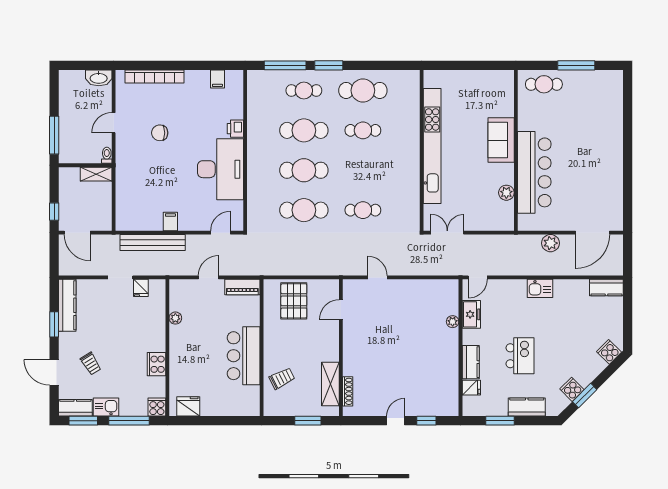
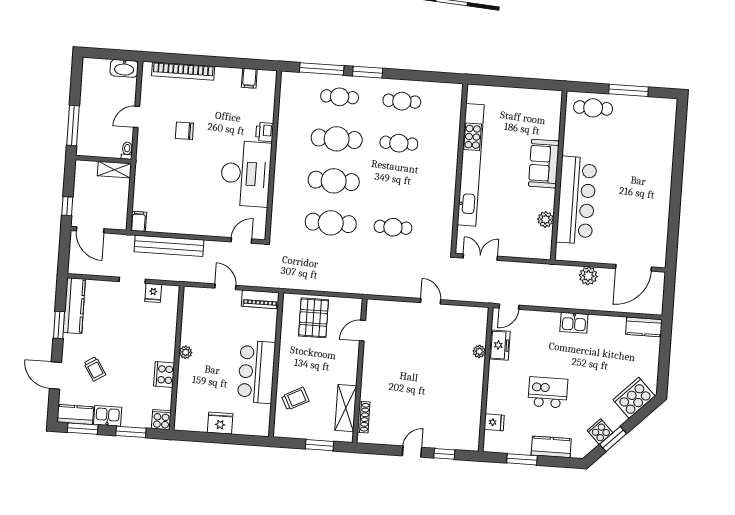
cafe table: (363, 90) -> (402, 101), width x0.73, depth x0.74
filing cabinet: (170, 221) -> (139, 221), moved
door: (209, 277) -> (225, 287), hinge flipped
door: (377, 277) -> (431, 301), moved
plant: (175, 318) -> (186, 352), moved
cooker: (609, 352) -> (634, 398), width x1.87, depth x1.31
kitchen island: (520, 356) -> (548, 392), turned -90
kitchen counter: (471, 362) -> (495, 395), removed
fridge: (188, 406) -> (220, 423), moved
window: (129, 421) -> (131, 432), width x0.69

